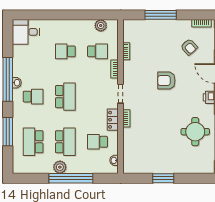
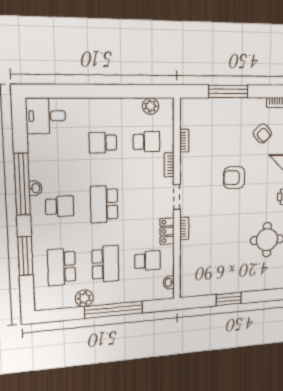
school desk: (65, 97) -> (104, 204), turned 180
school desk: (98, 142) -> (148, 261), turned 180
plant: (60, 167) -> (84, 298), moved

